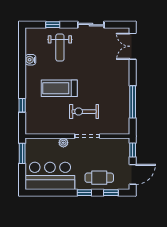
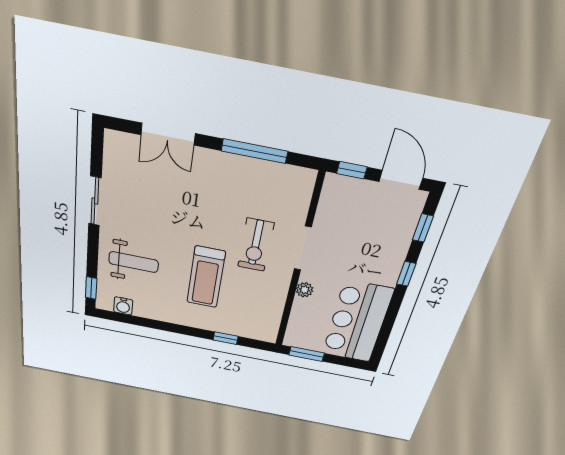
window: (53, 25) -> (91, 288), moved
double door: (133, 46) -> (168, 134), moved
water cooler: (30, 60) -> (123, 306), moved
cafe table: (99, 178) -> (387, 243), removed

